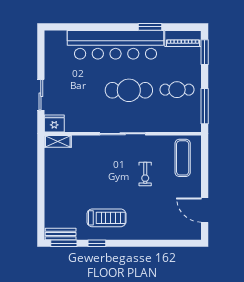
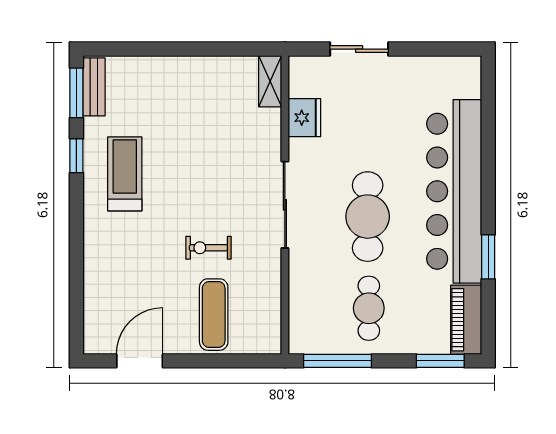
fridge: (54, 123) -> (304, 118), moved
exercise mat: (183, 158) -> (214, 315), moved, turned 90
treadmill: (106, 218) -> (125, 174), turned 180

